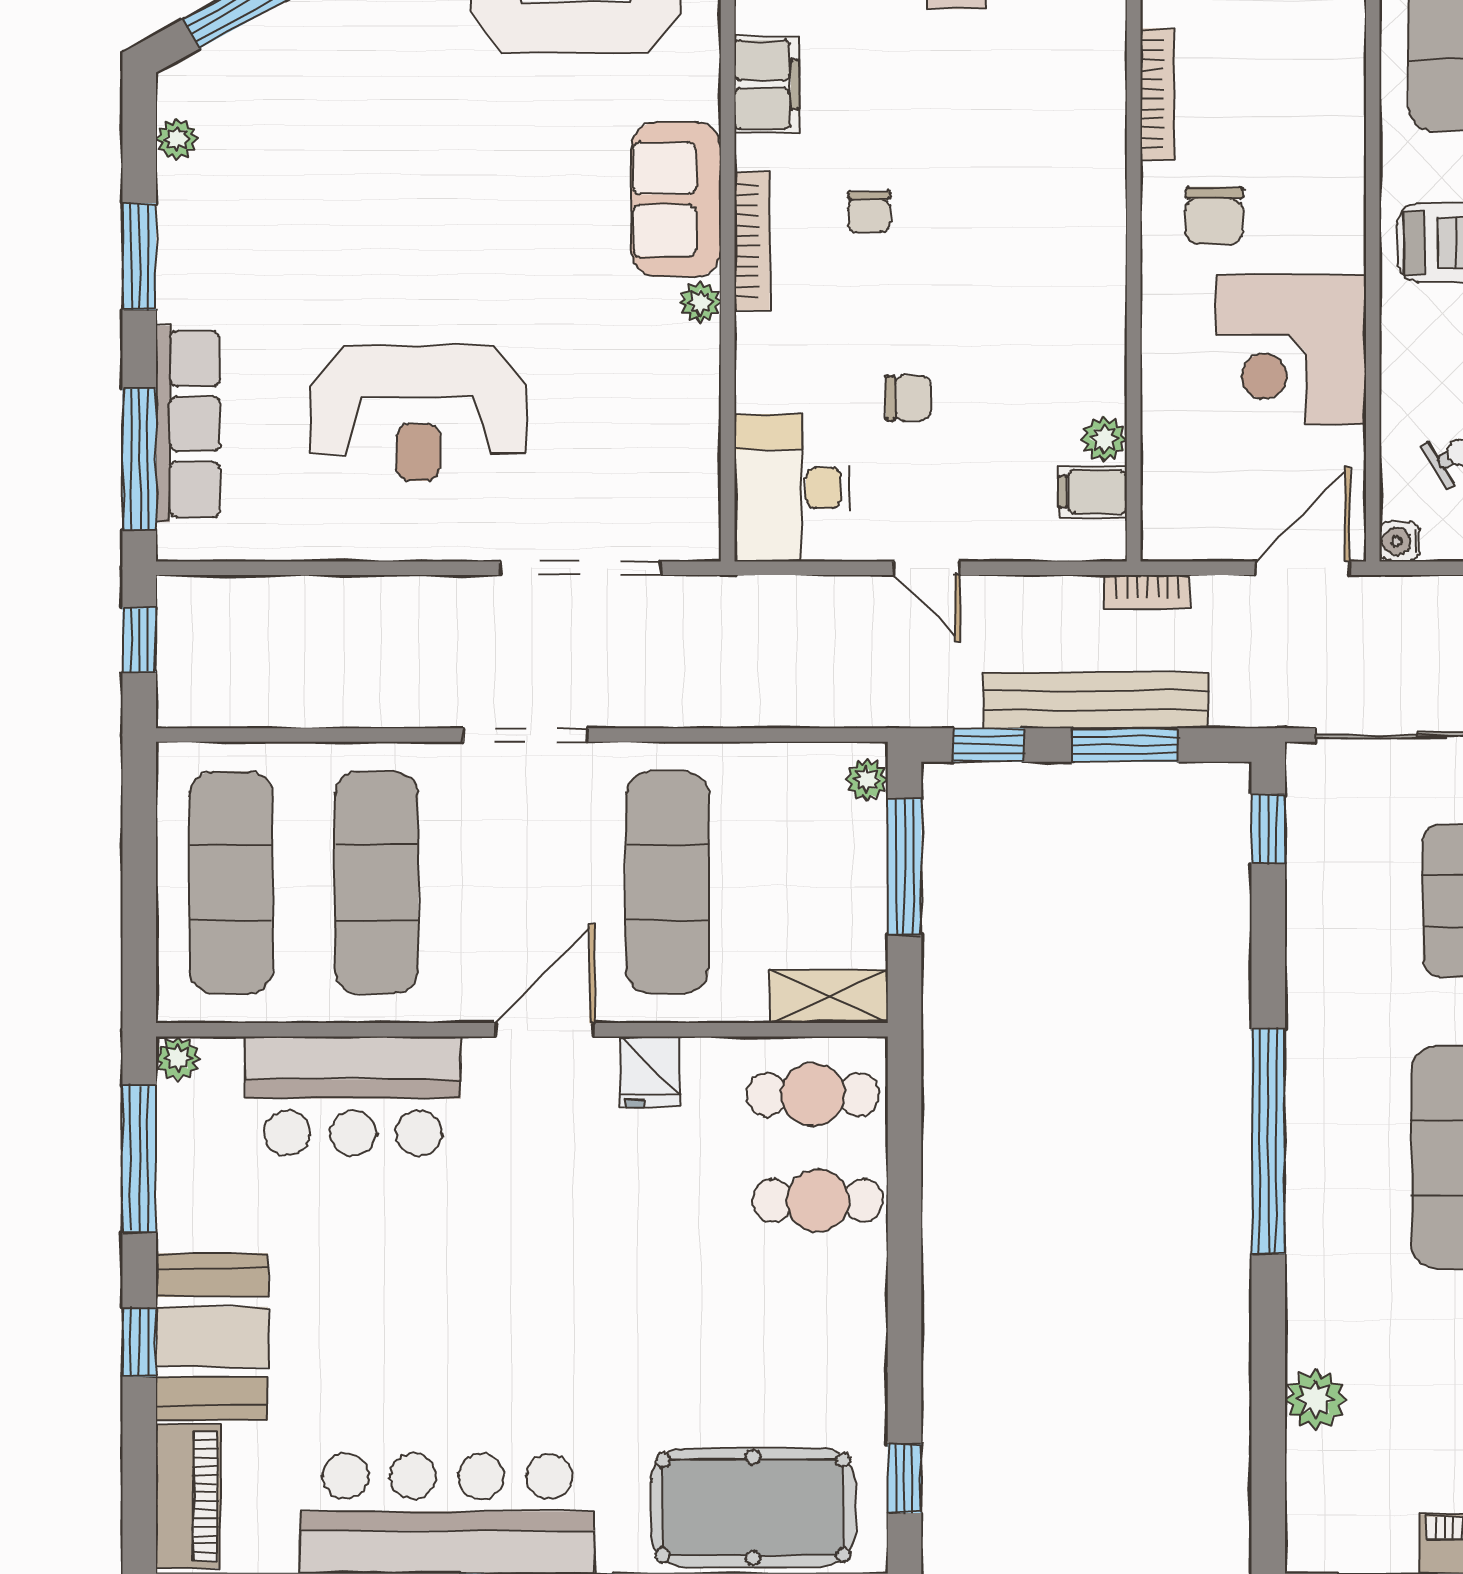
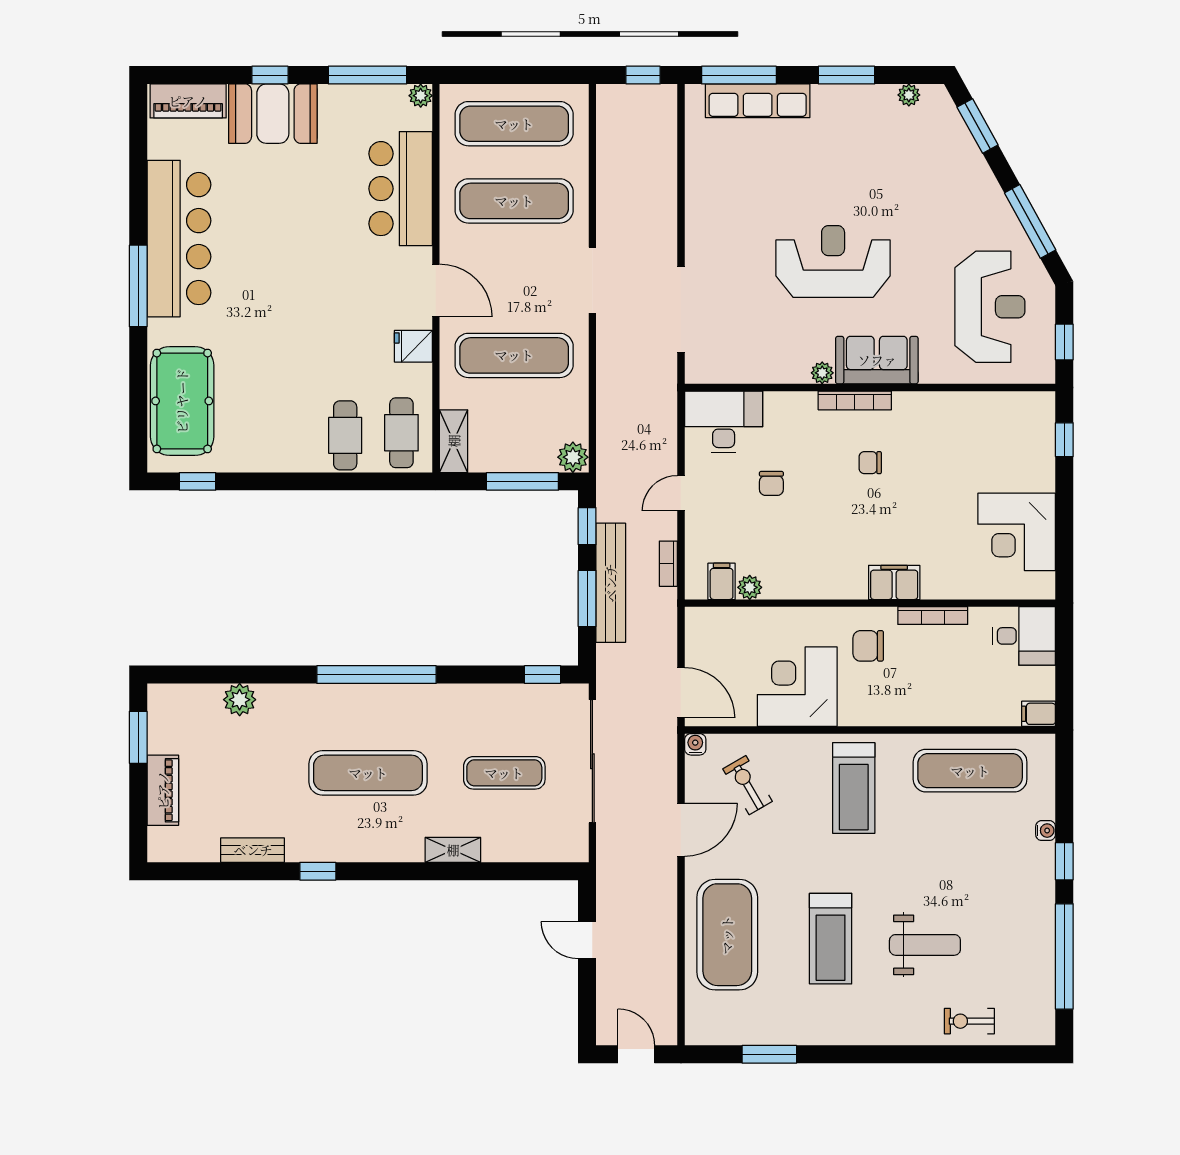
filing cabinet: (766, 85) -> (894, 582), moved, turned 180
reception desk: (418, 413) -> (833, 261), moved, turned 90
bookcase: (1147, 592) -> (668, 564), moved
plant: (867, 780) -> (573, 457), width x1.38, depth x1.38

